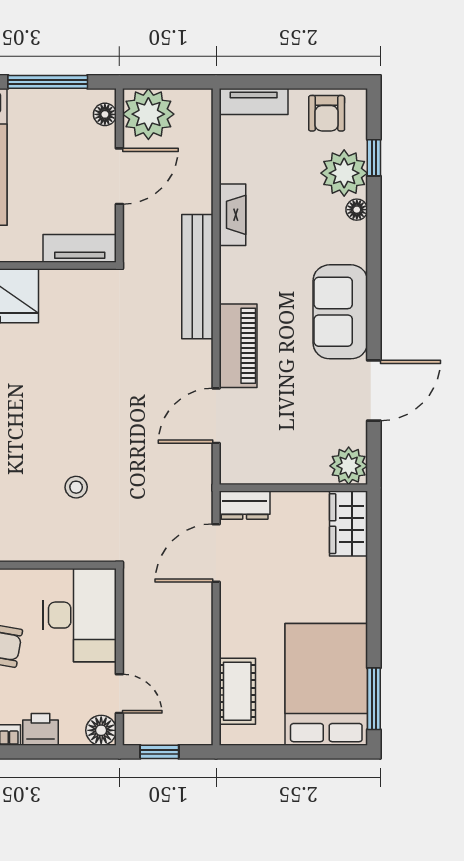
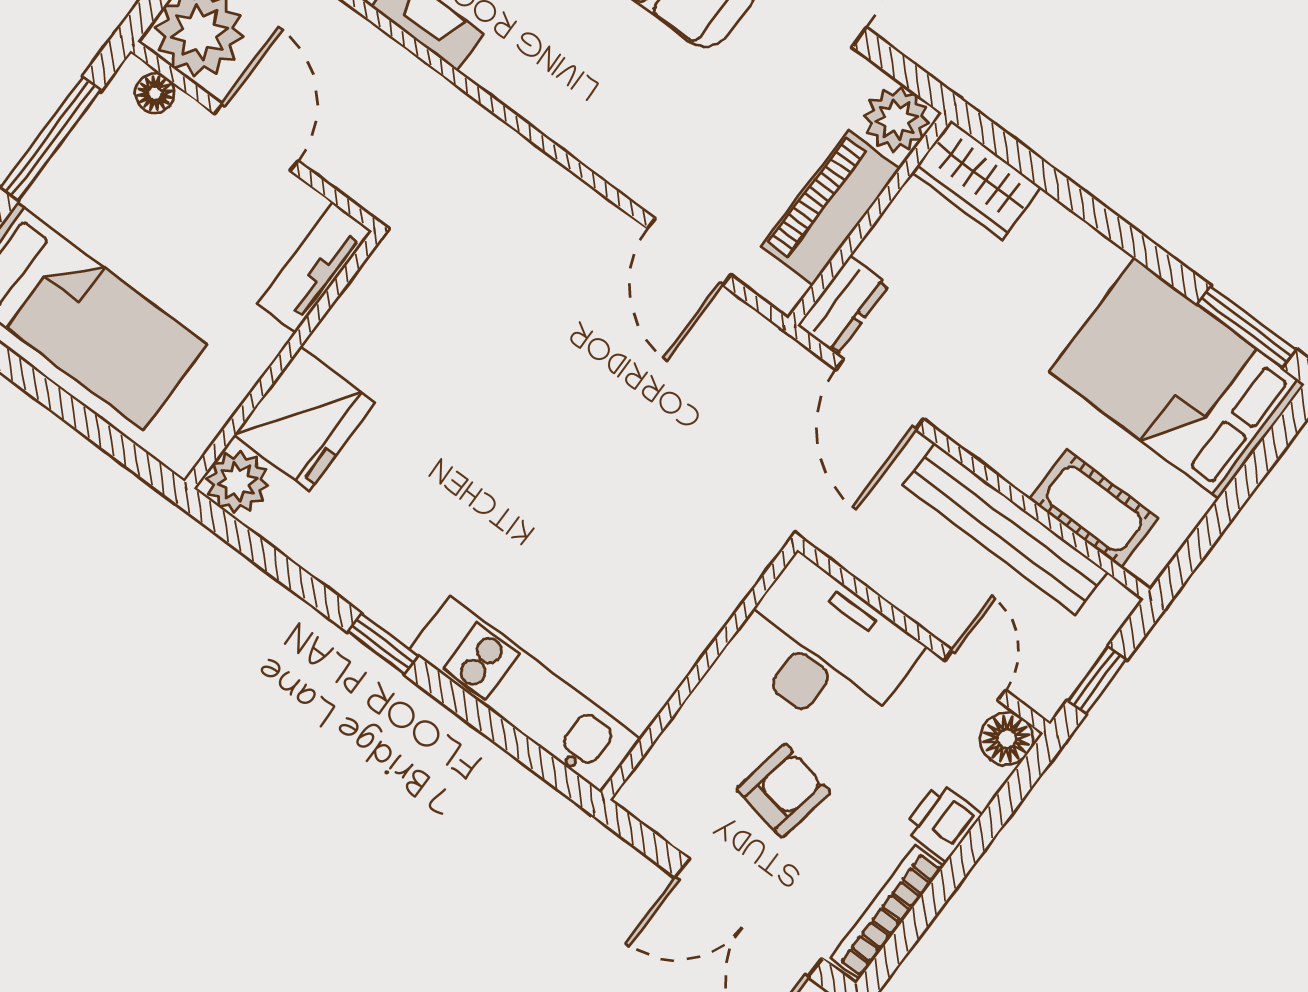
bench: (197, 277) -> (1005, 529), moved
piano: (238, 346) -> (831, 208), moved, turned -90
stool: (76, 487) -> (643, 521), removed
door: (119, 694) -> (975, 675), hinge flipped

